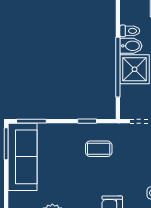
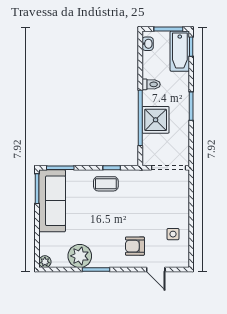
bidet: (131, 46) -> (152, 98), removed
coffee table: (99, 149) -> (106, 184), moved

